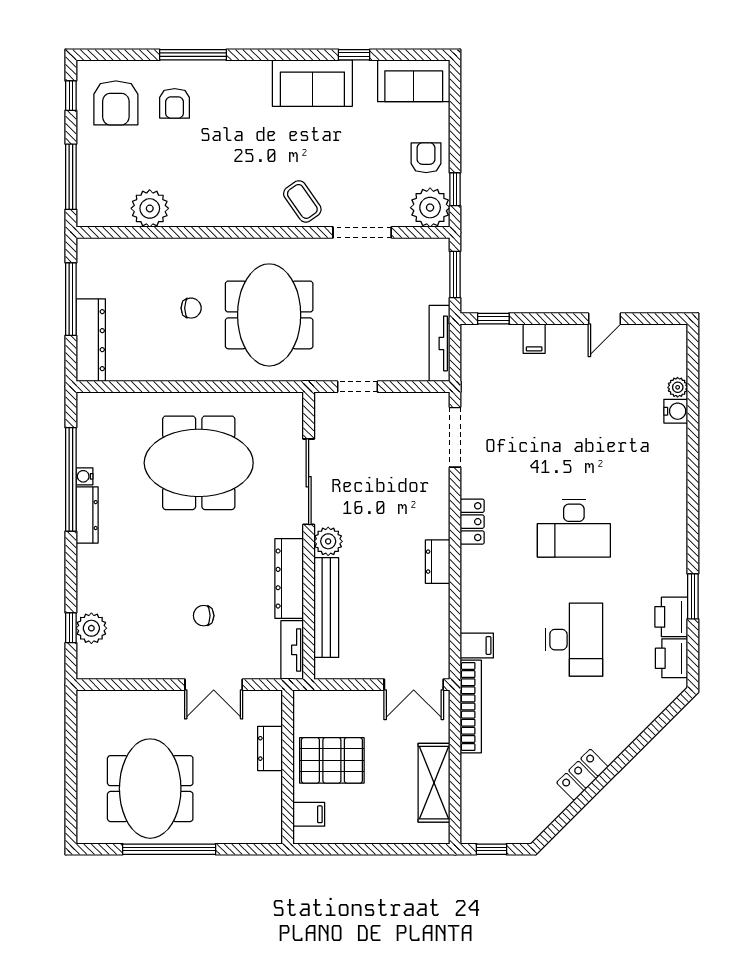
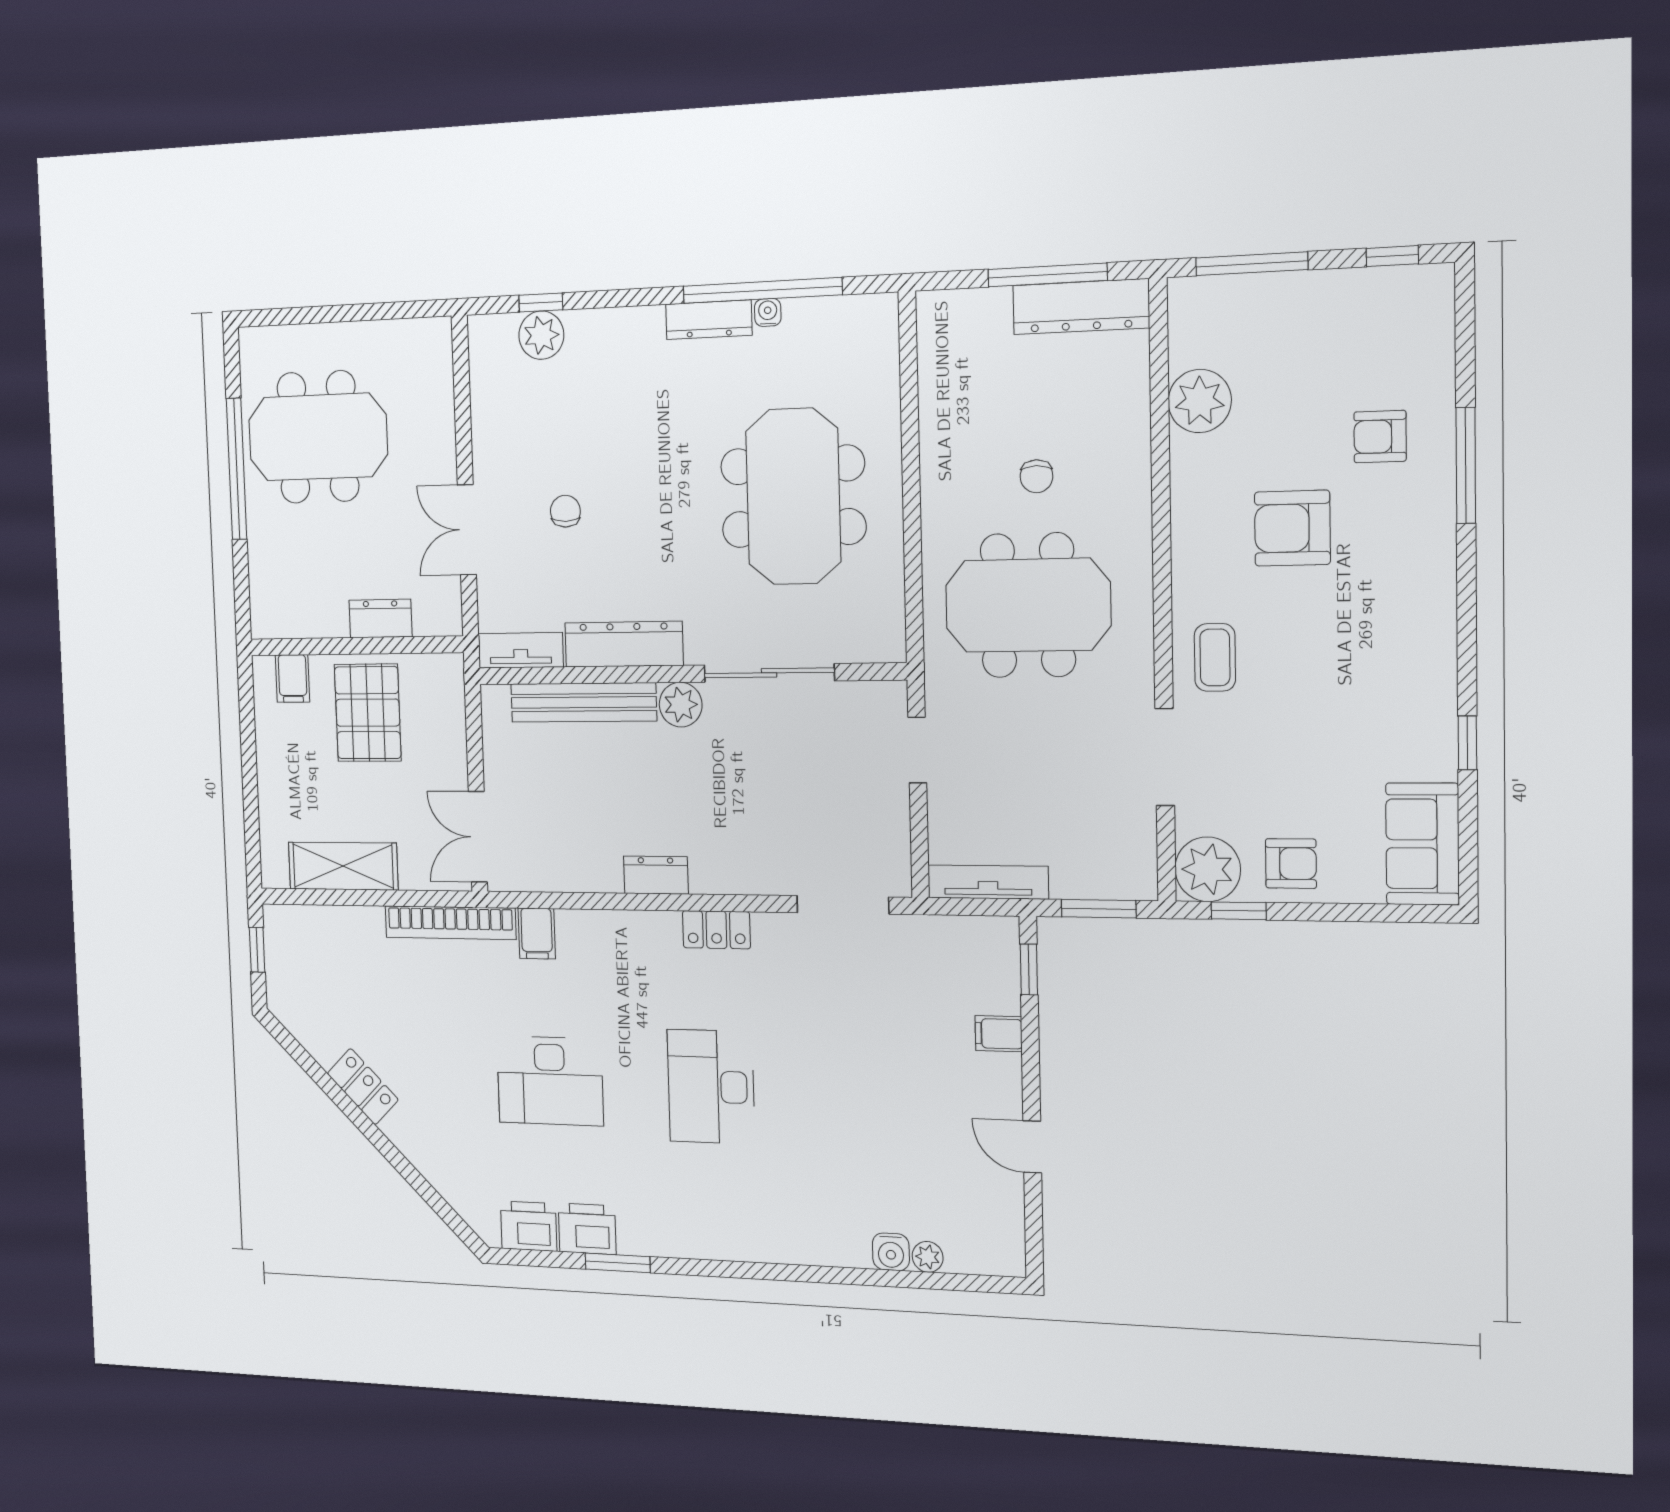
sofa: (312, 83) -> (1417, 672), removed
armchair: (116, 103) -> (1292, 528), moved
coffee table: (302, 201) -> (1215, 657), turned -55
dresser: (91, 340) -> (1081, 307), moved

